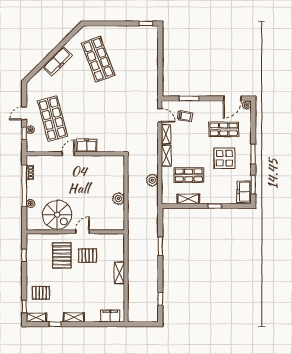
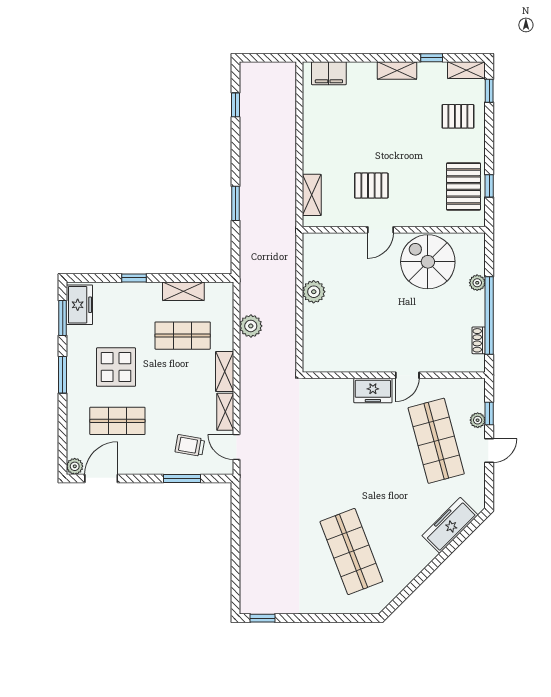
freezer: (57, 61) -> (450, 525), moved
pallet: (62, 255) -> (464, 186), moved
shelving: (119, 273) -> (312, 195), moved

